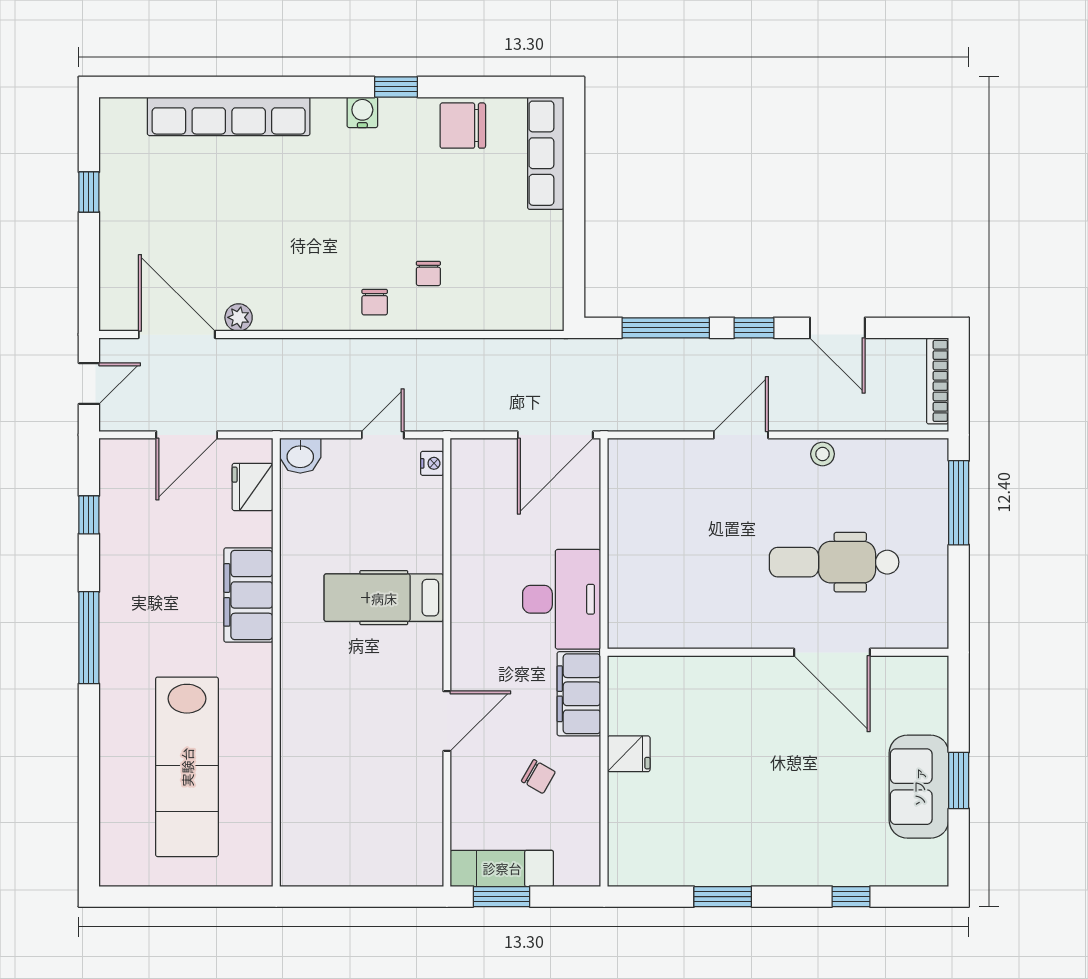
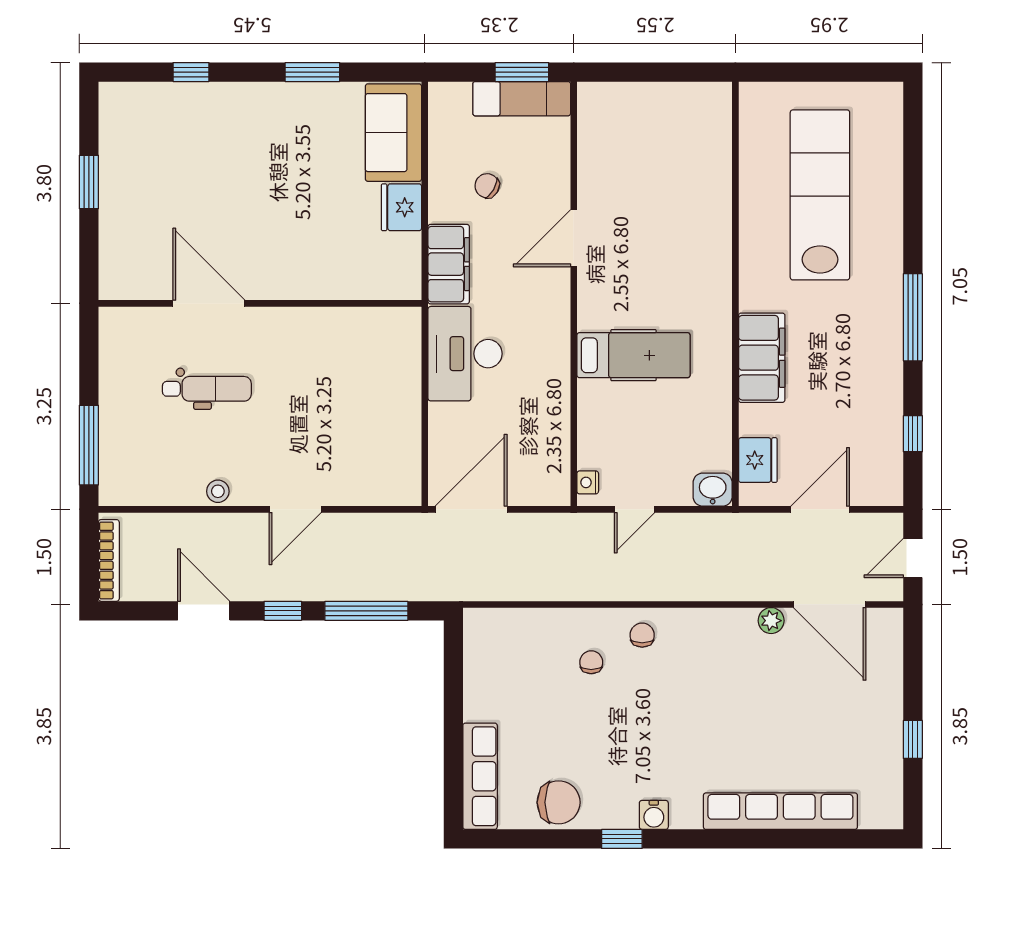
dental chair: (834, 562) -> (207, 389), width x0.73, depth x0.72
fridge: (629, 754) -> (401, 207), width x1.38
sofa: (919, 787) -> (393, 133), moved, turned 180

